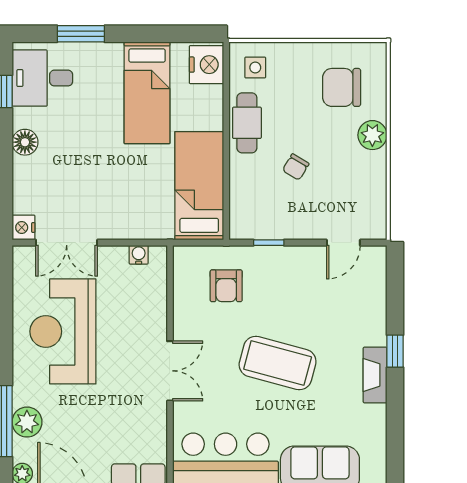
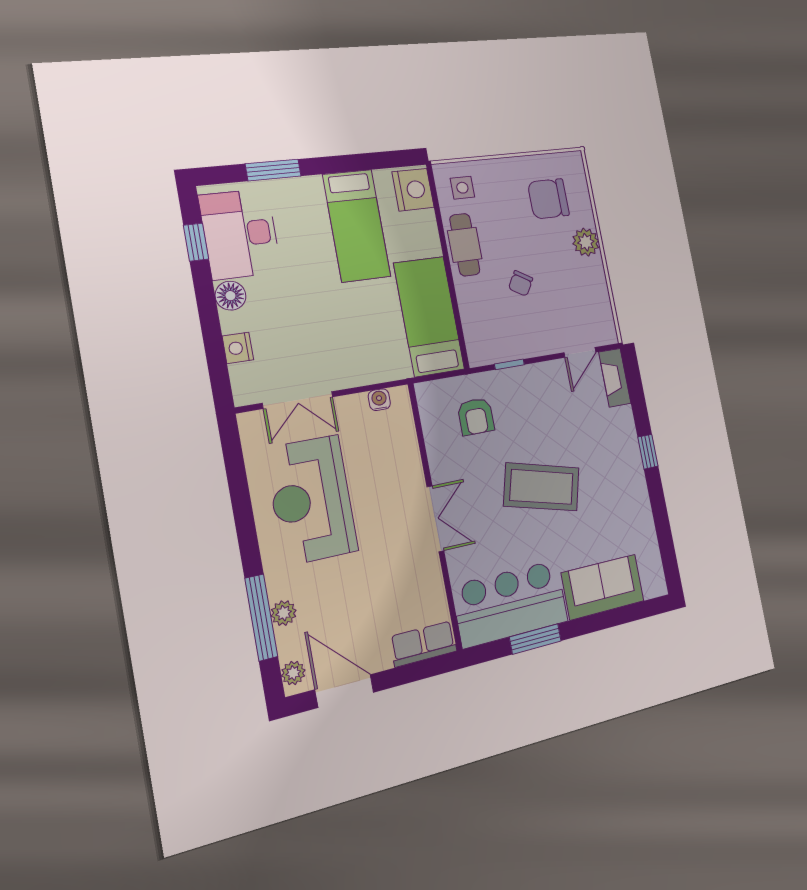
desk: (42, 78) -> (240, 234), width x1.37
nightstand: (23, 227) -> (238, 348), moved
fireplace: (375, 375) -> (615, 378), moved
plant: (27, 422) -> (284, 613), width x0.73, depth x0.73

